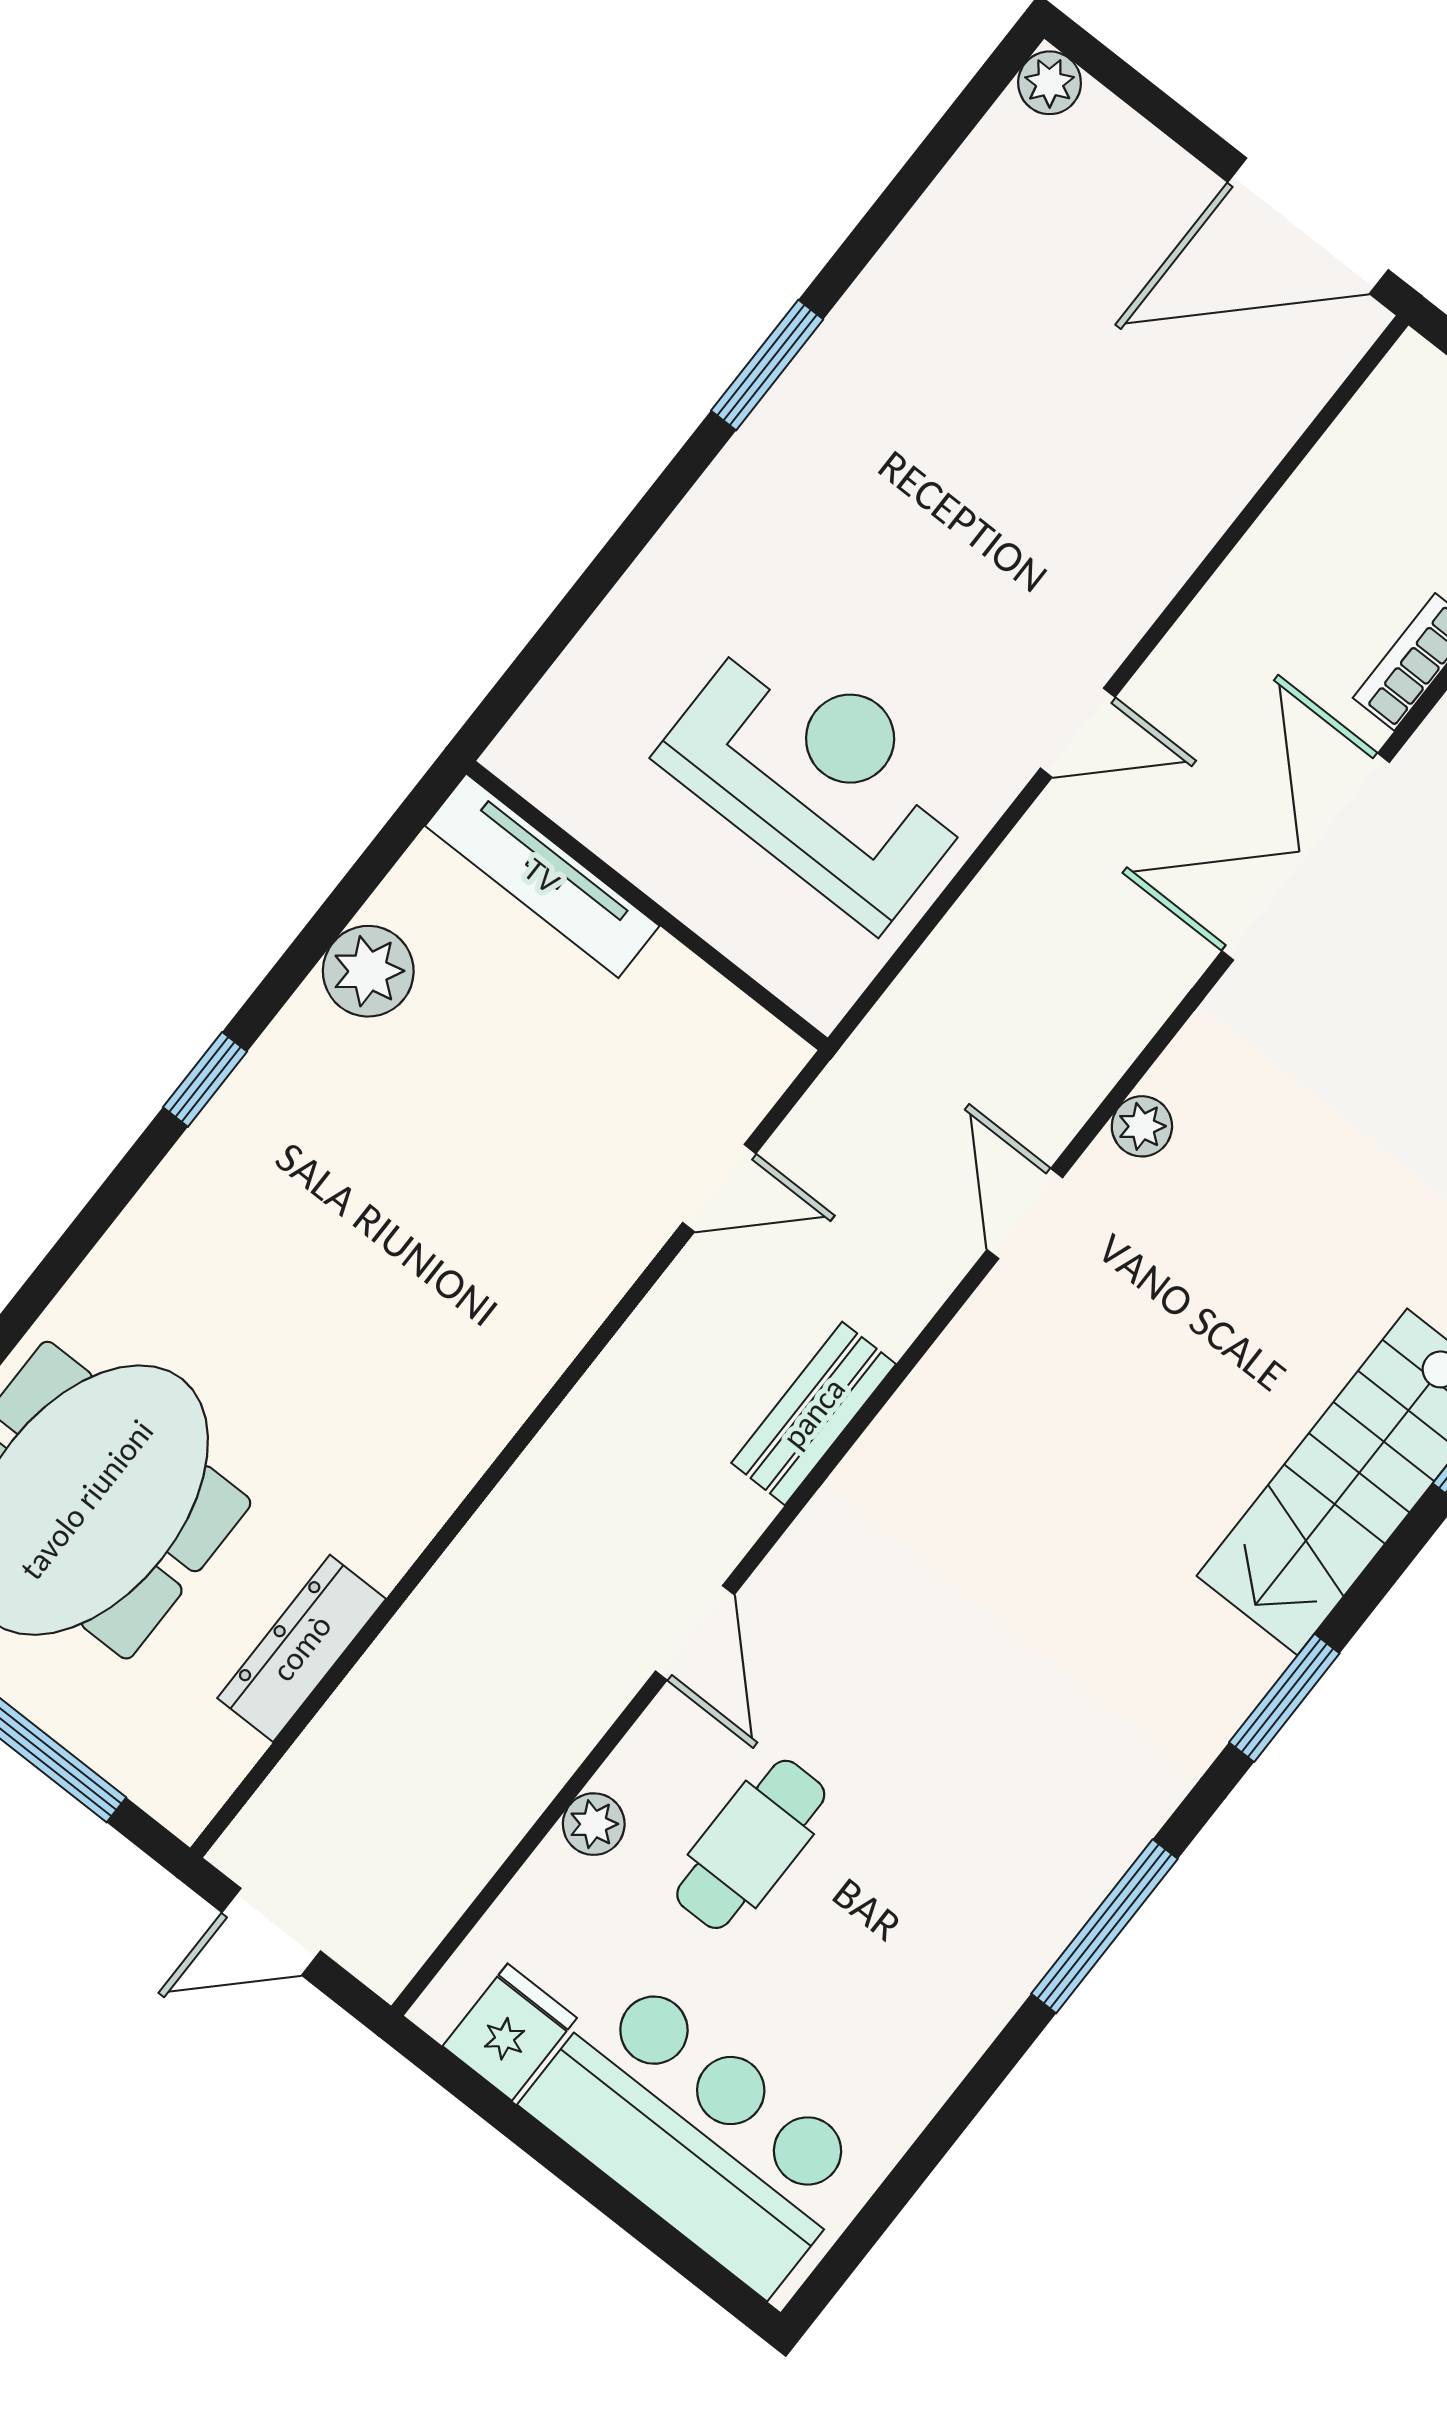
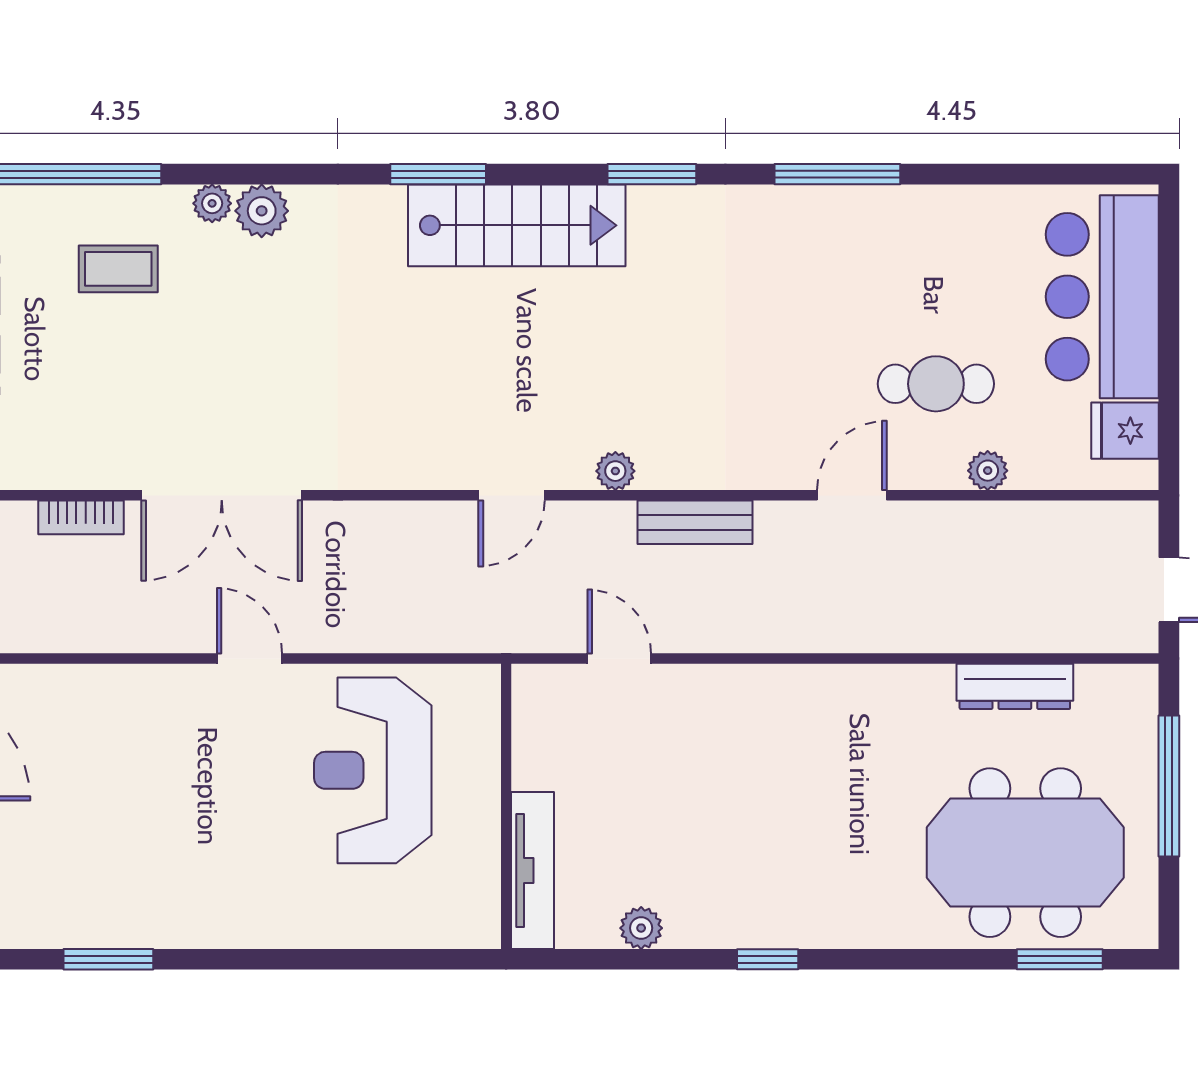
window: (767, 365) -> (108, 959), moved
plant: (368, 971) -> (641, 928), width x0.73, depth x0.73
plant: (1142, 1126) -> (615, 471), moved

